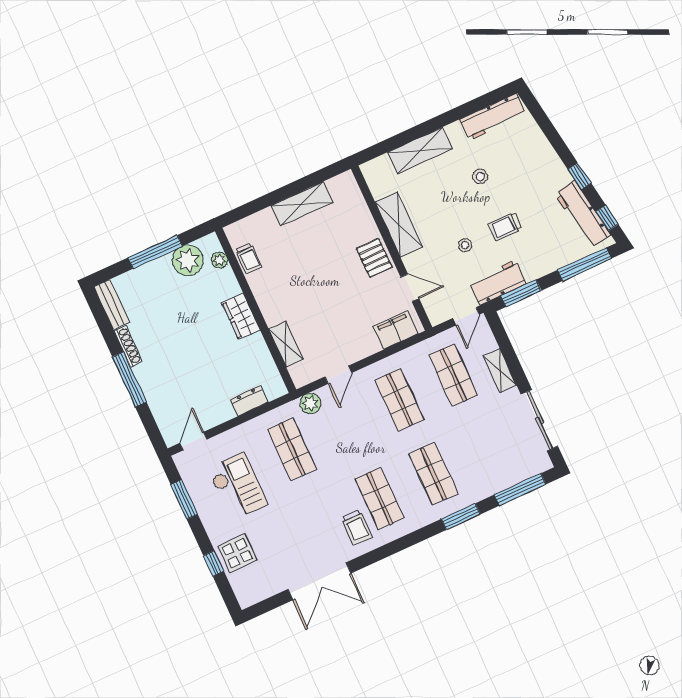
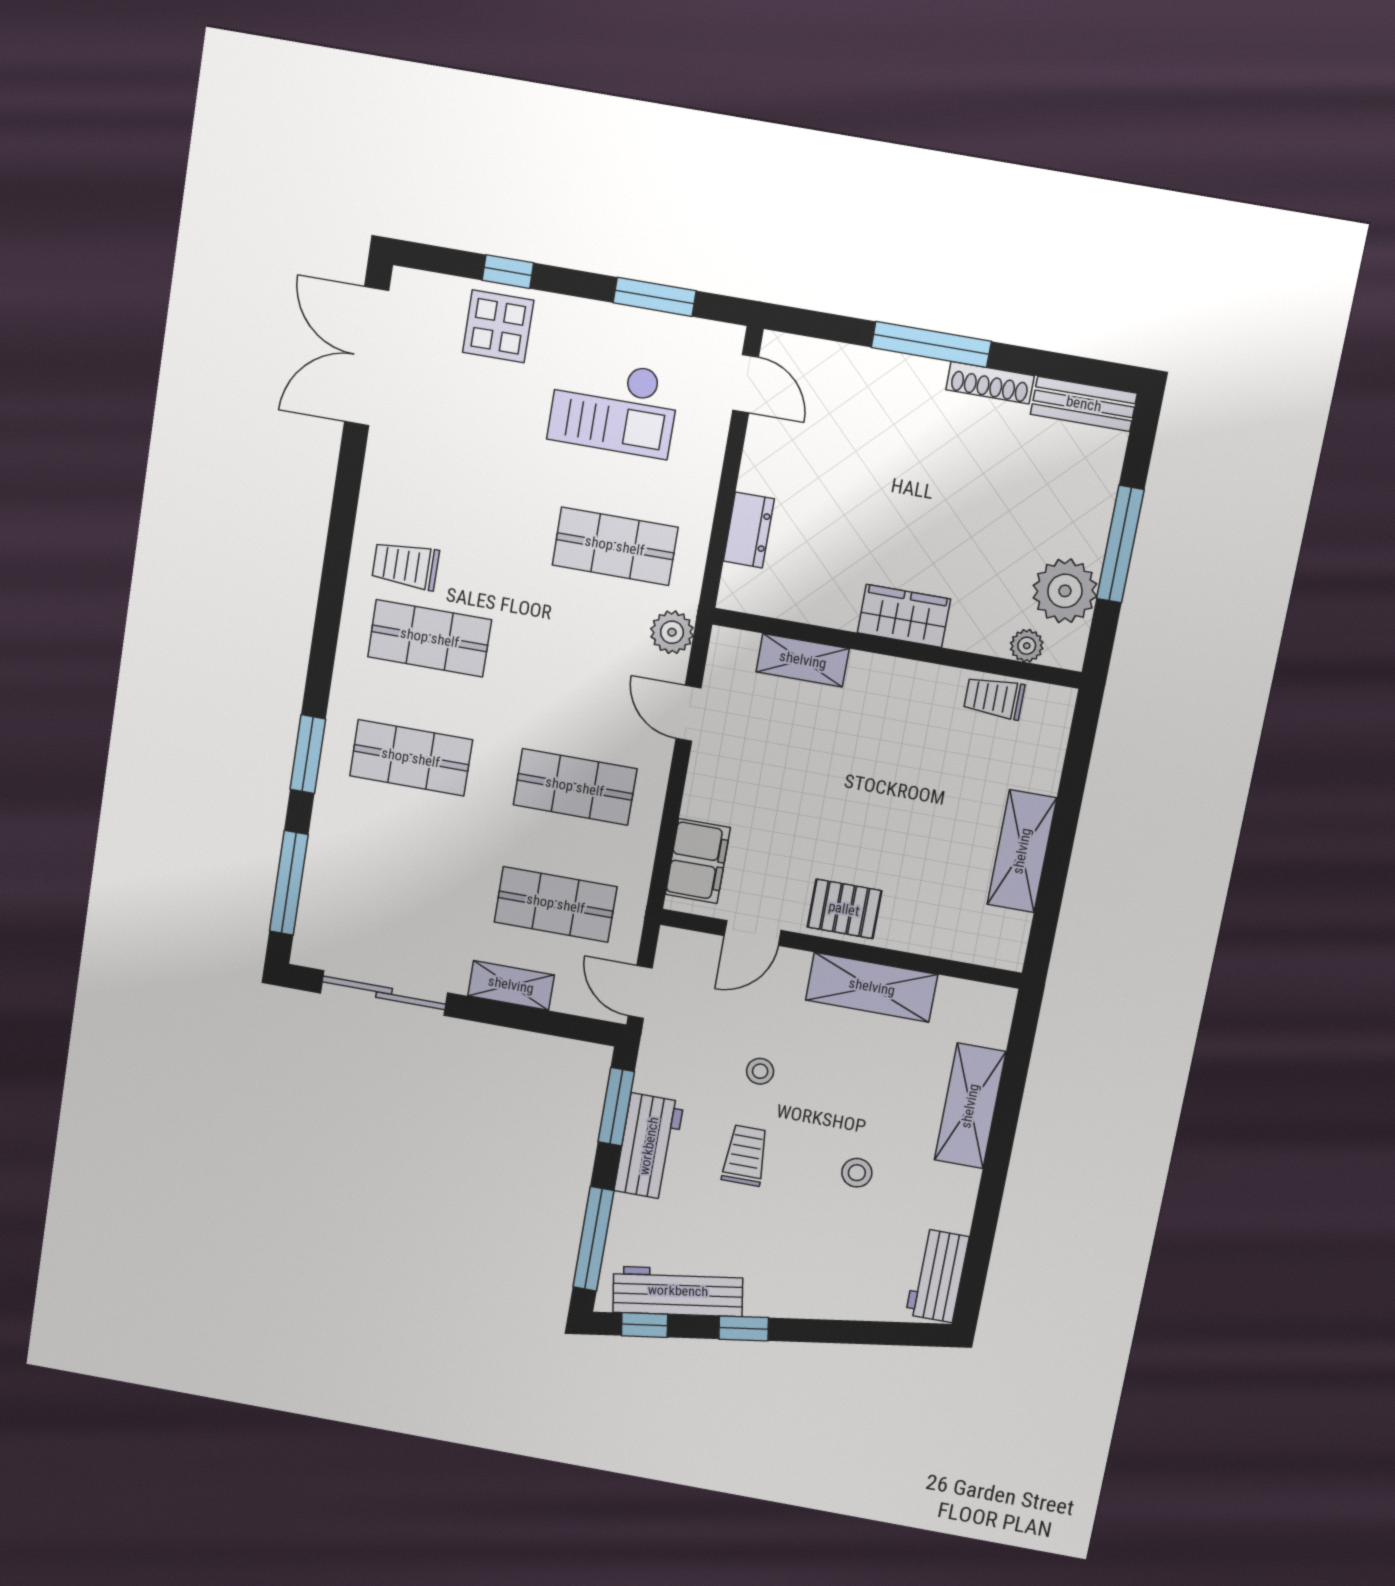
workbench: (493, 117) -> (937, 1276), width x0.73
workbench: (498, 283) -> (649, 1146), moved
double door: (319, 581) -> (367, 356), moved

